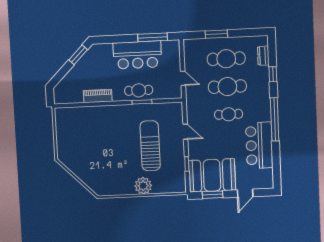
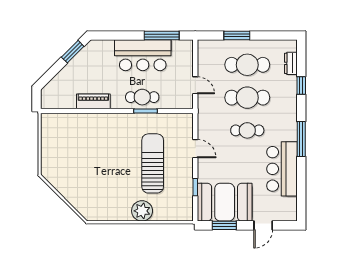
window: (275, 119) -> (301, 139), width x0.68

